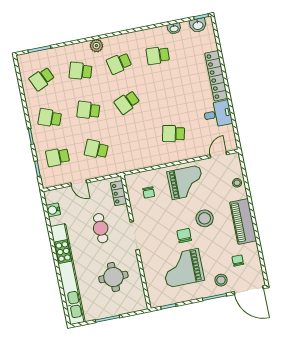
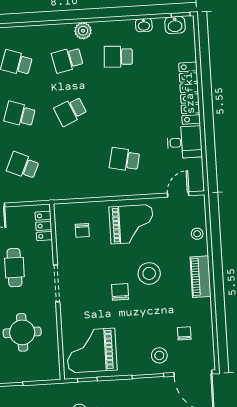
plant: (96, 46) -> (83, 31), moved
piano: (243, 221) -> (201, 277), width x0.73, depth x0.75
grand piano: (183, 268) -> (91, 350), moved

